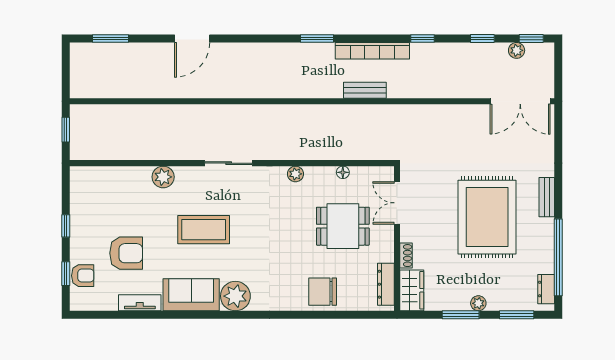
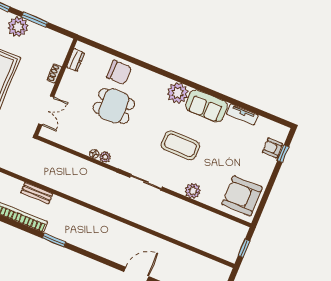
floor lamp: (343, 172) -> (94, 154), moved
window: (66, 226) -> (270, 185), removed
dining table: (343, 226) -> (114, 106), moved
armchair: (126, 253) -> (242, 196), moved, width x1.36, depth x1.36
dresser: (386, 284) -> (75, 60), width x0.70
wardrobe: (412, 290) -> (60, 49), removed
plant: (478, 303) -> (18, 27), width x1.88, depth x1.88

